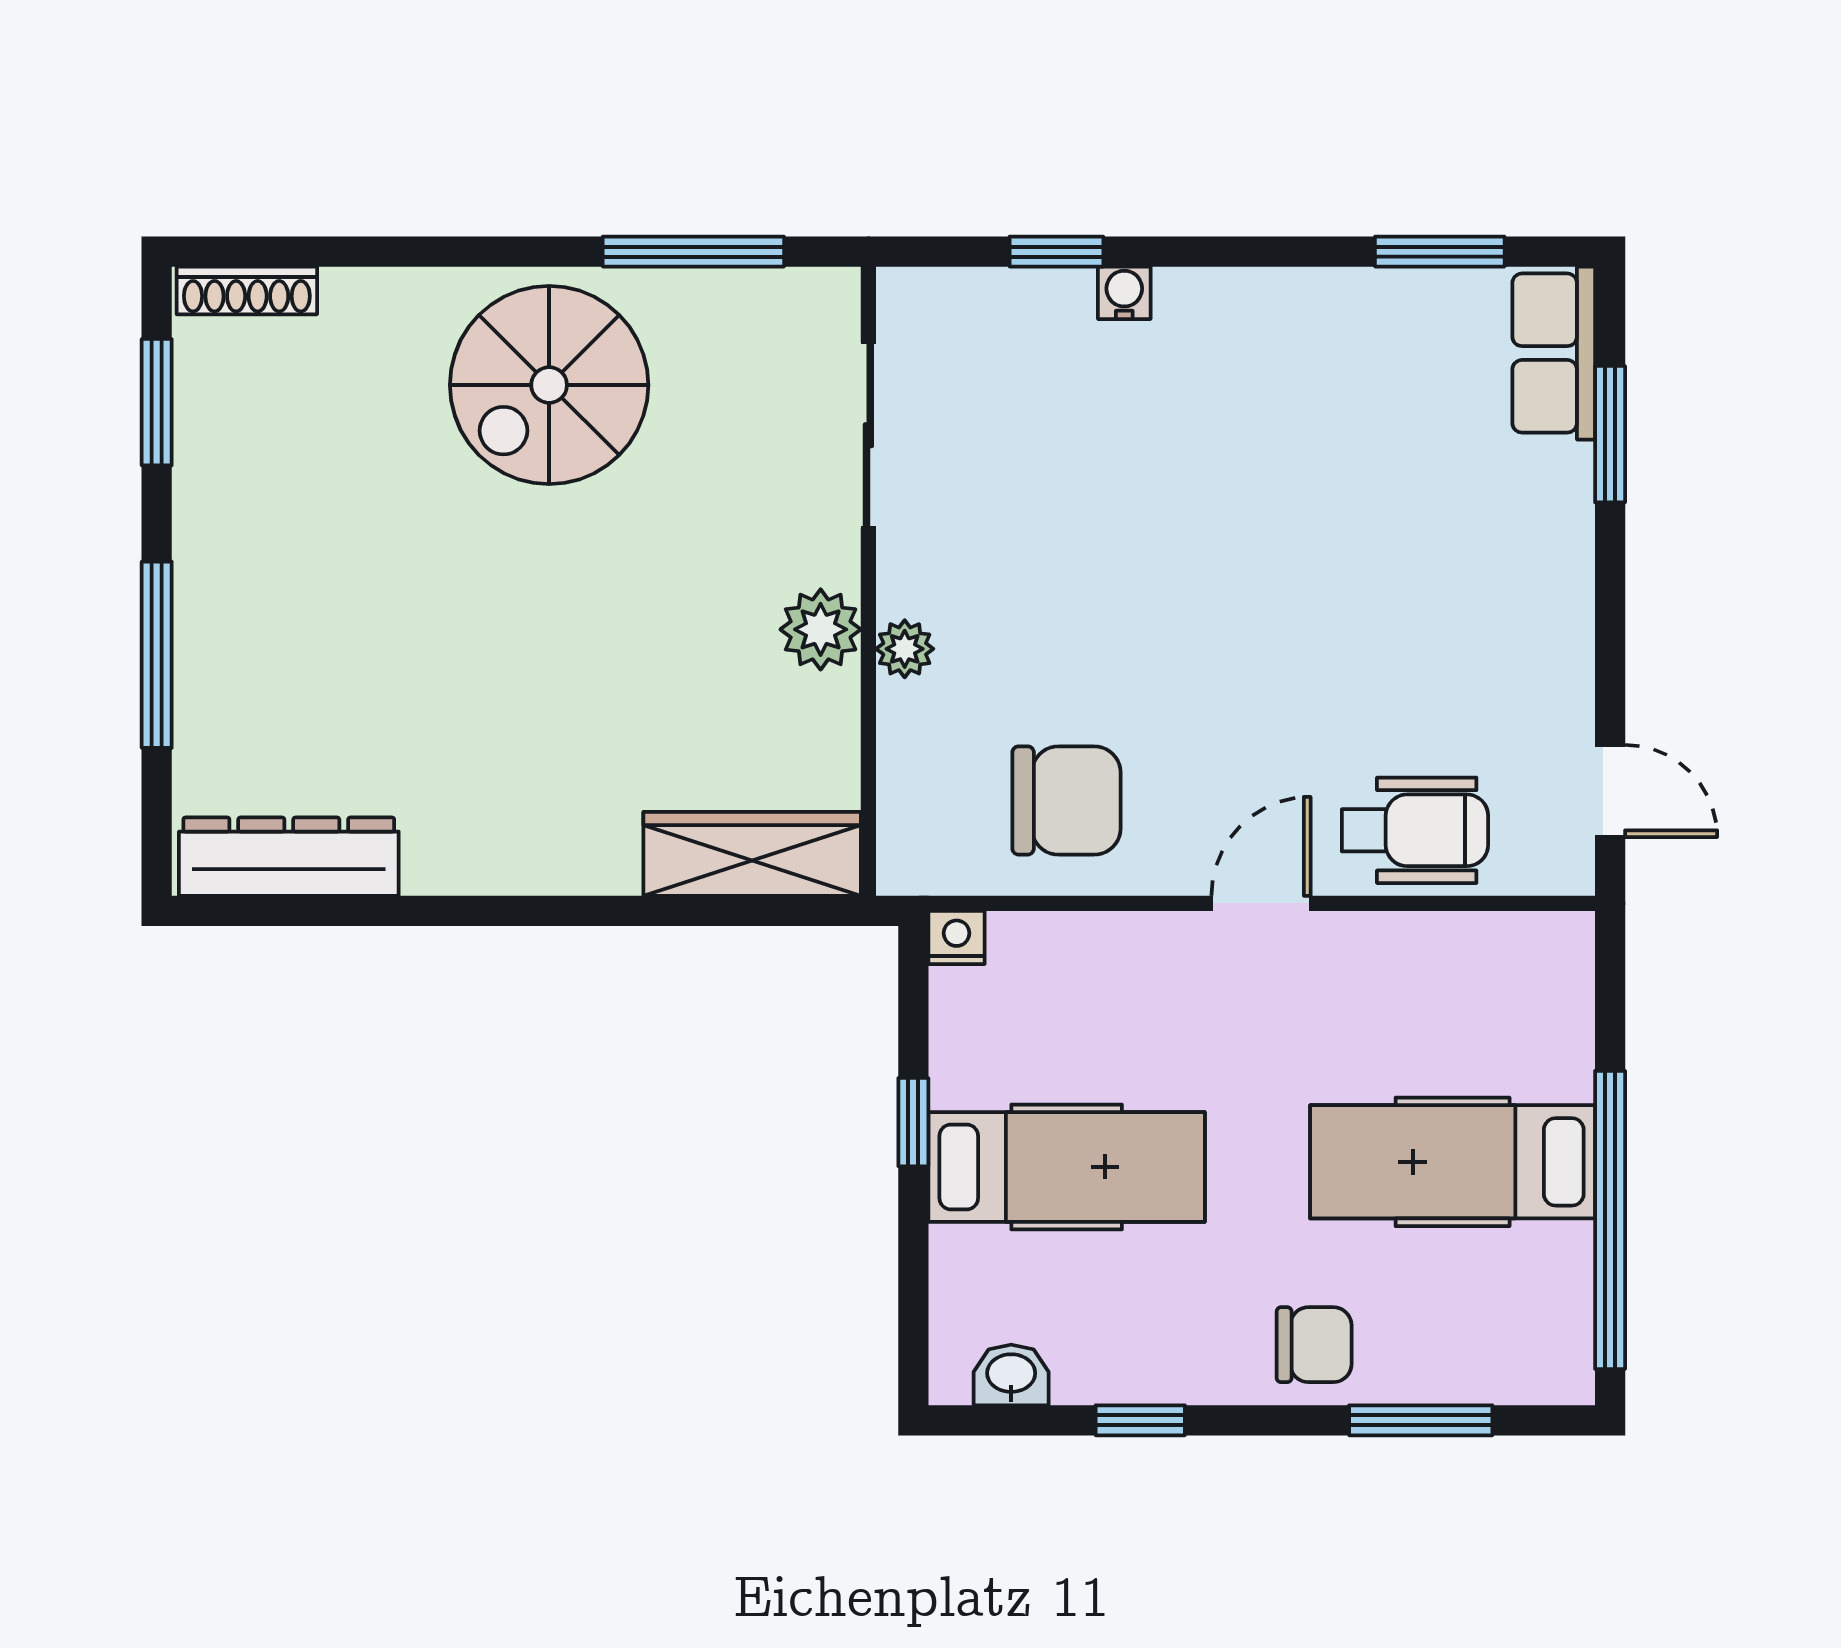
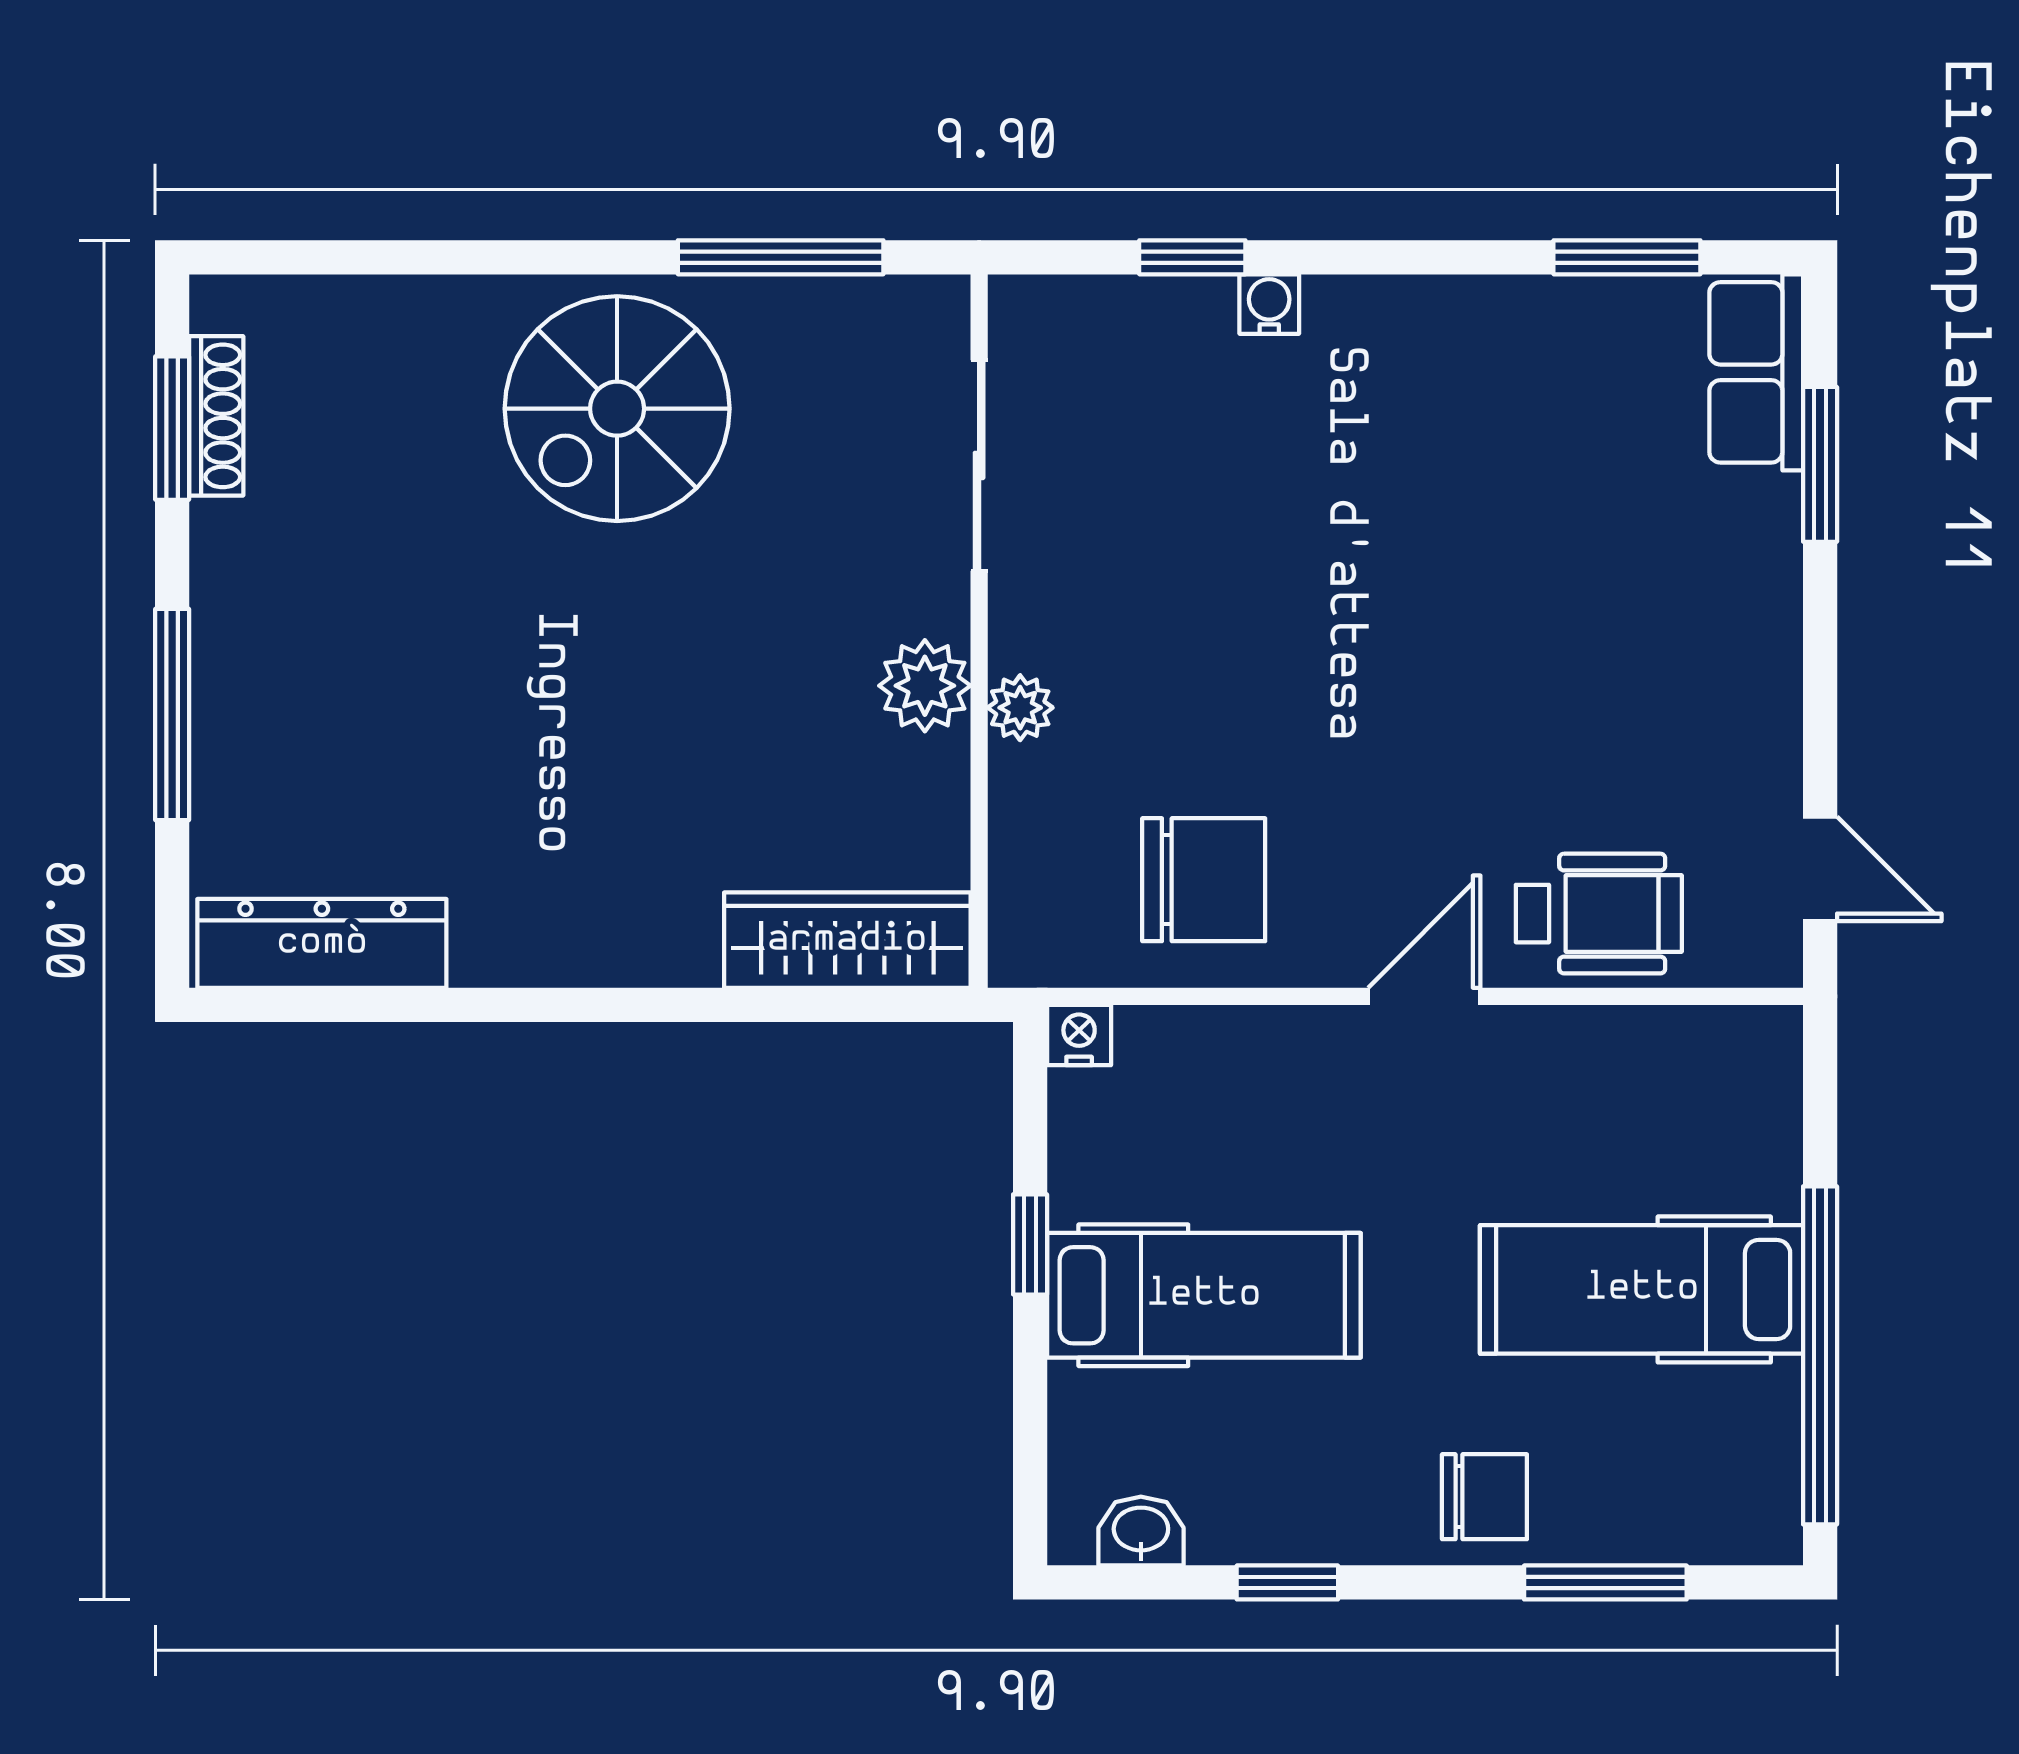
shoe rack: (247, 290) -> (216, 416), moved, turned -90

